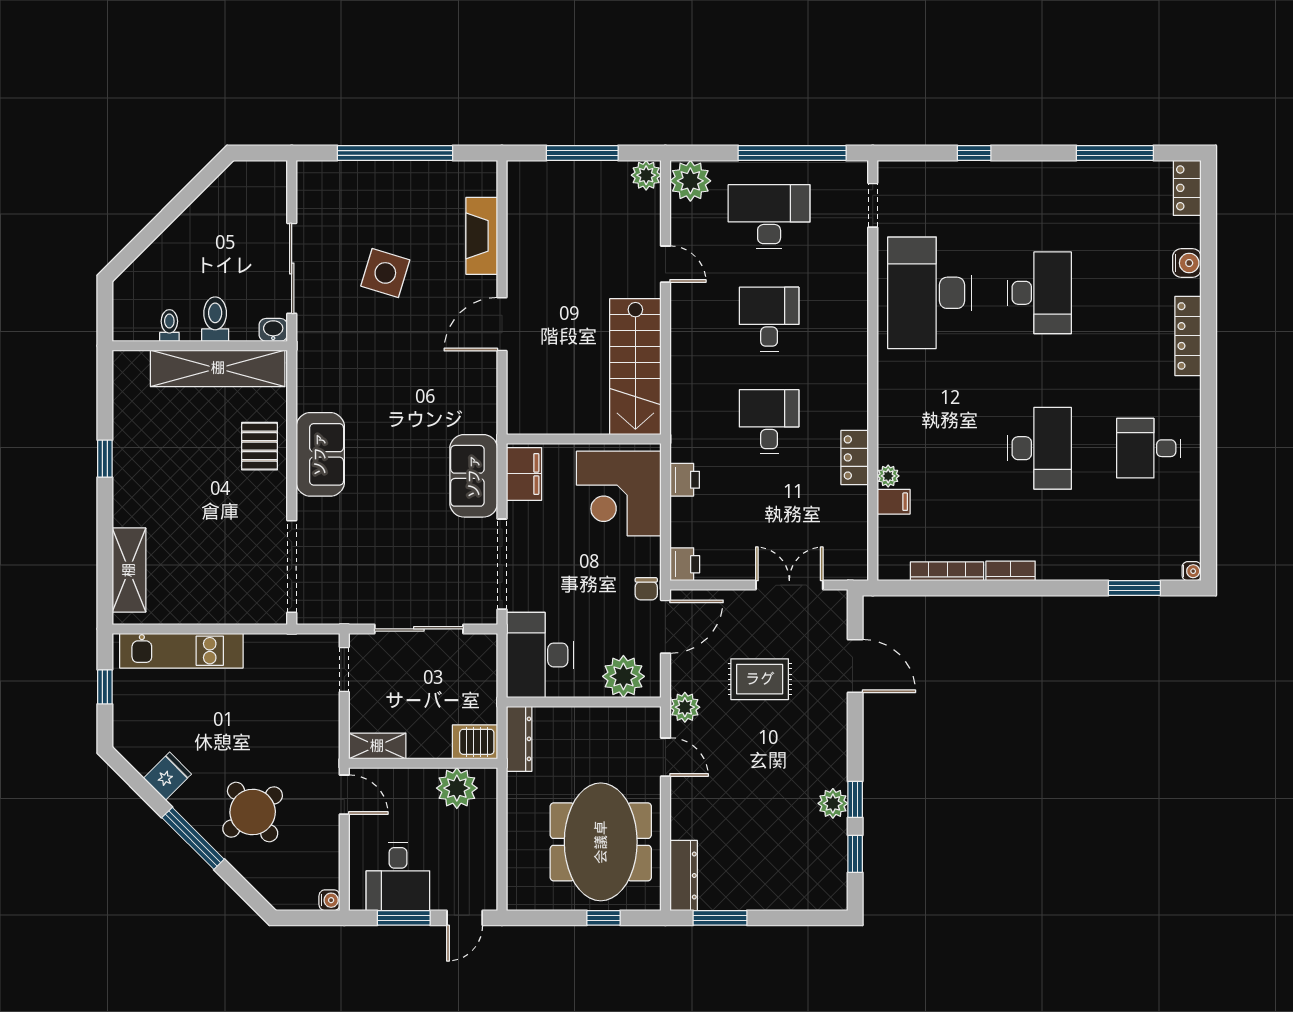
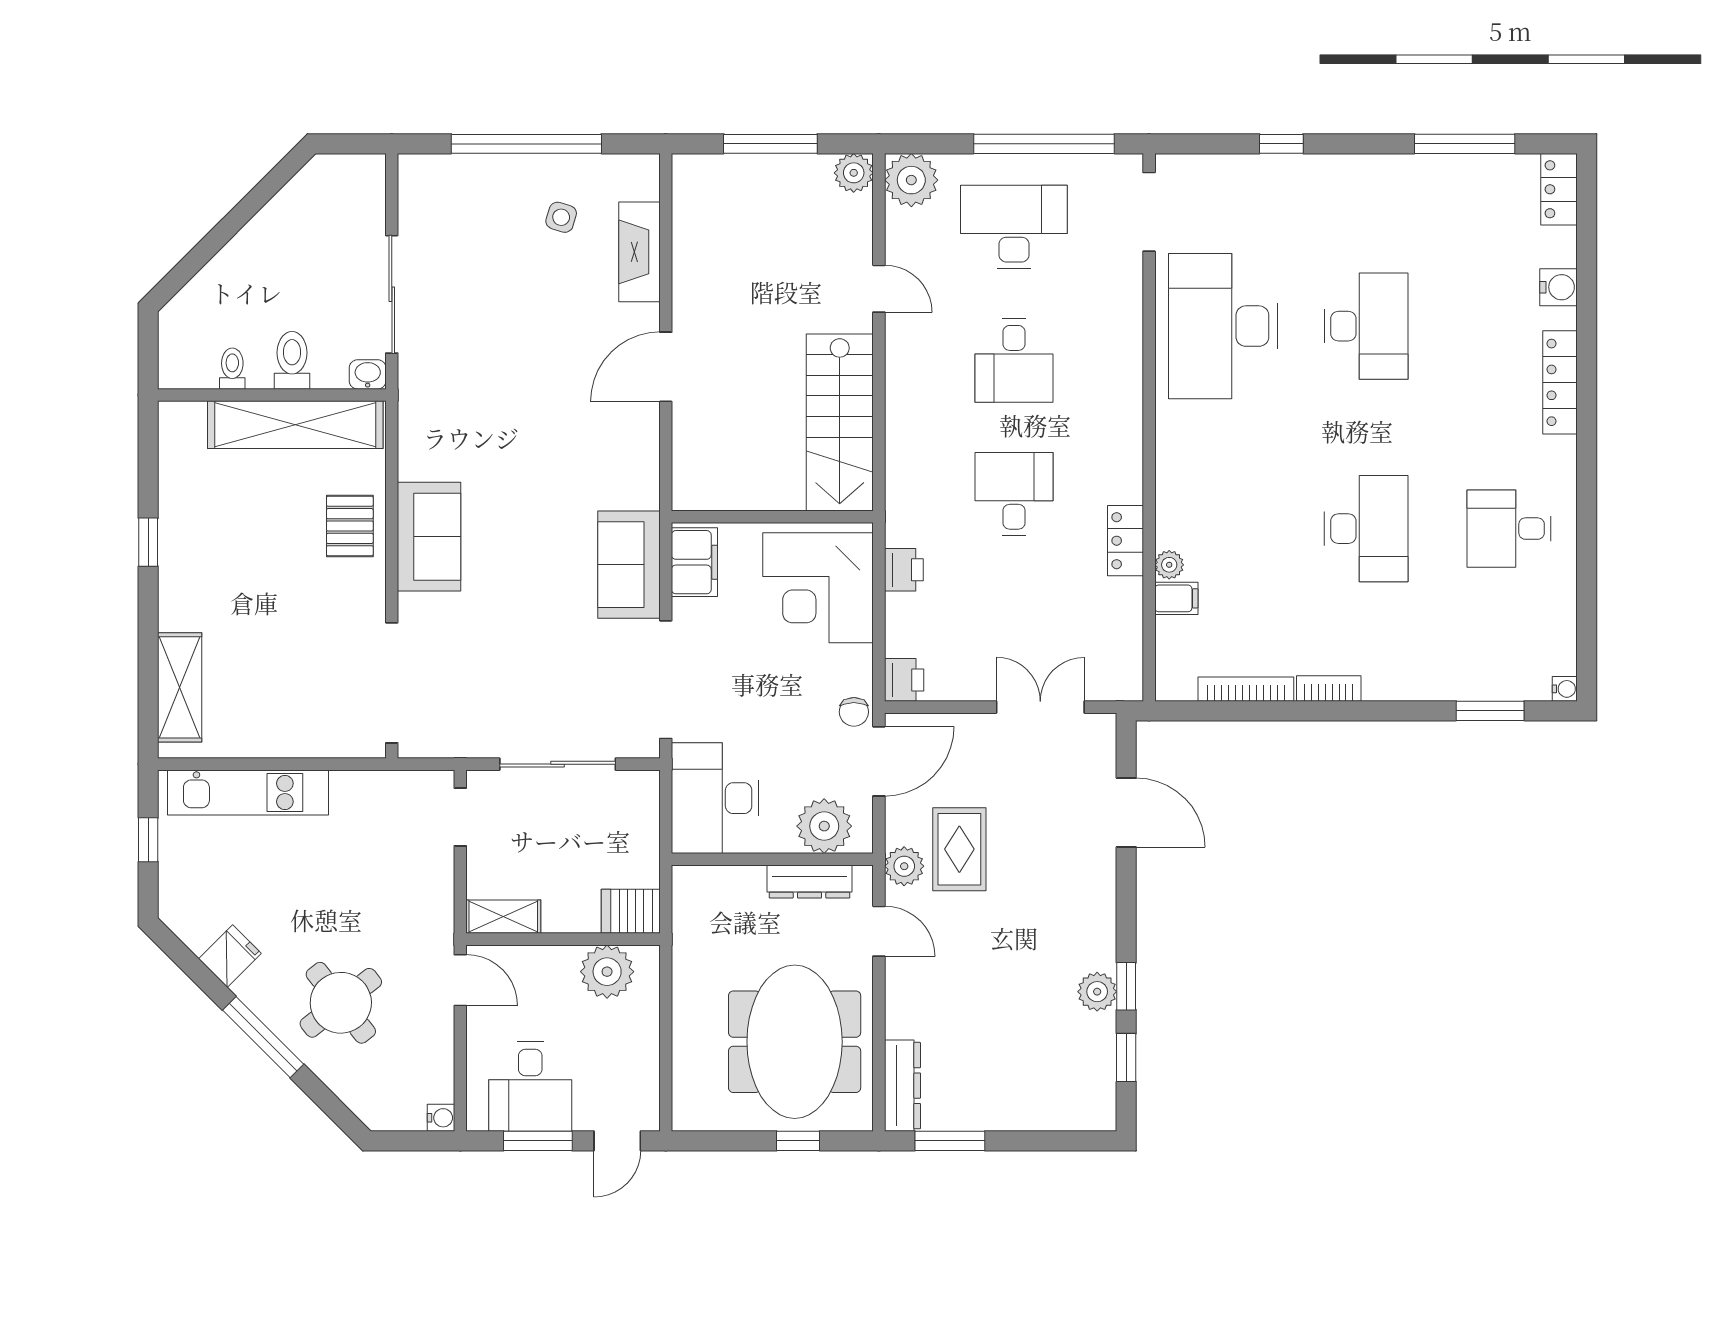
doorway: (873, 205) -> (1149, 212), width x1.38
side table: (385, 273) -> (561, 217), moved, width x0.54, depth x0.54
desk: (769, 319) -> (1014, 361), turned 180
rug: (760, 679) -> (959, 849), moved, turned 90
dresser: (519, 739) -> (809, 882), moved, turned 90

